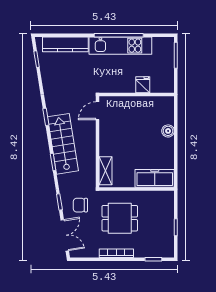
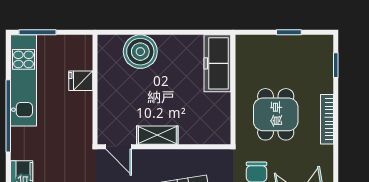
kitchen unit: (120, 46) -> (24, 80), moved
boiler: (168, 131) -> (140, 52), width x1.86, depth x1.86
shelving: (106, 171) -> (157, 135), moved

